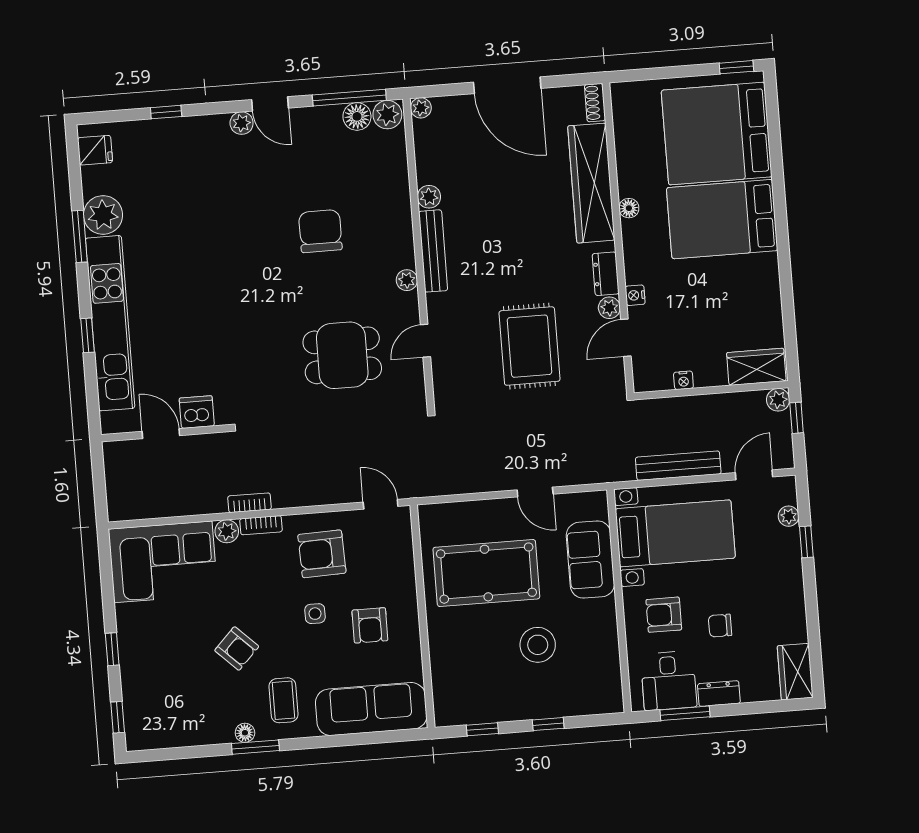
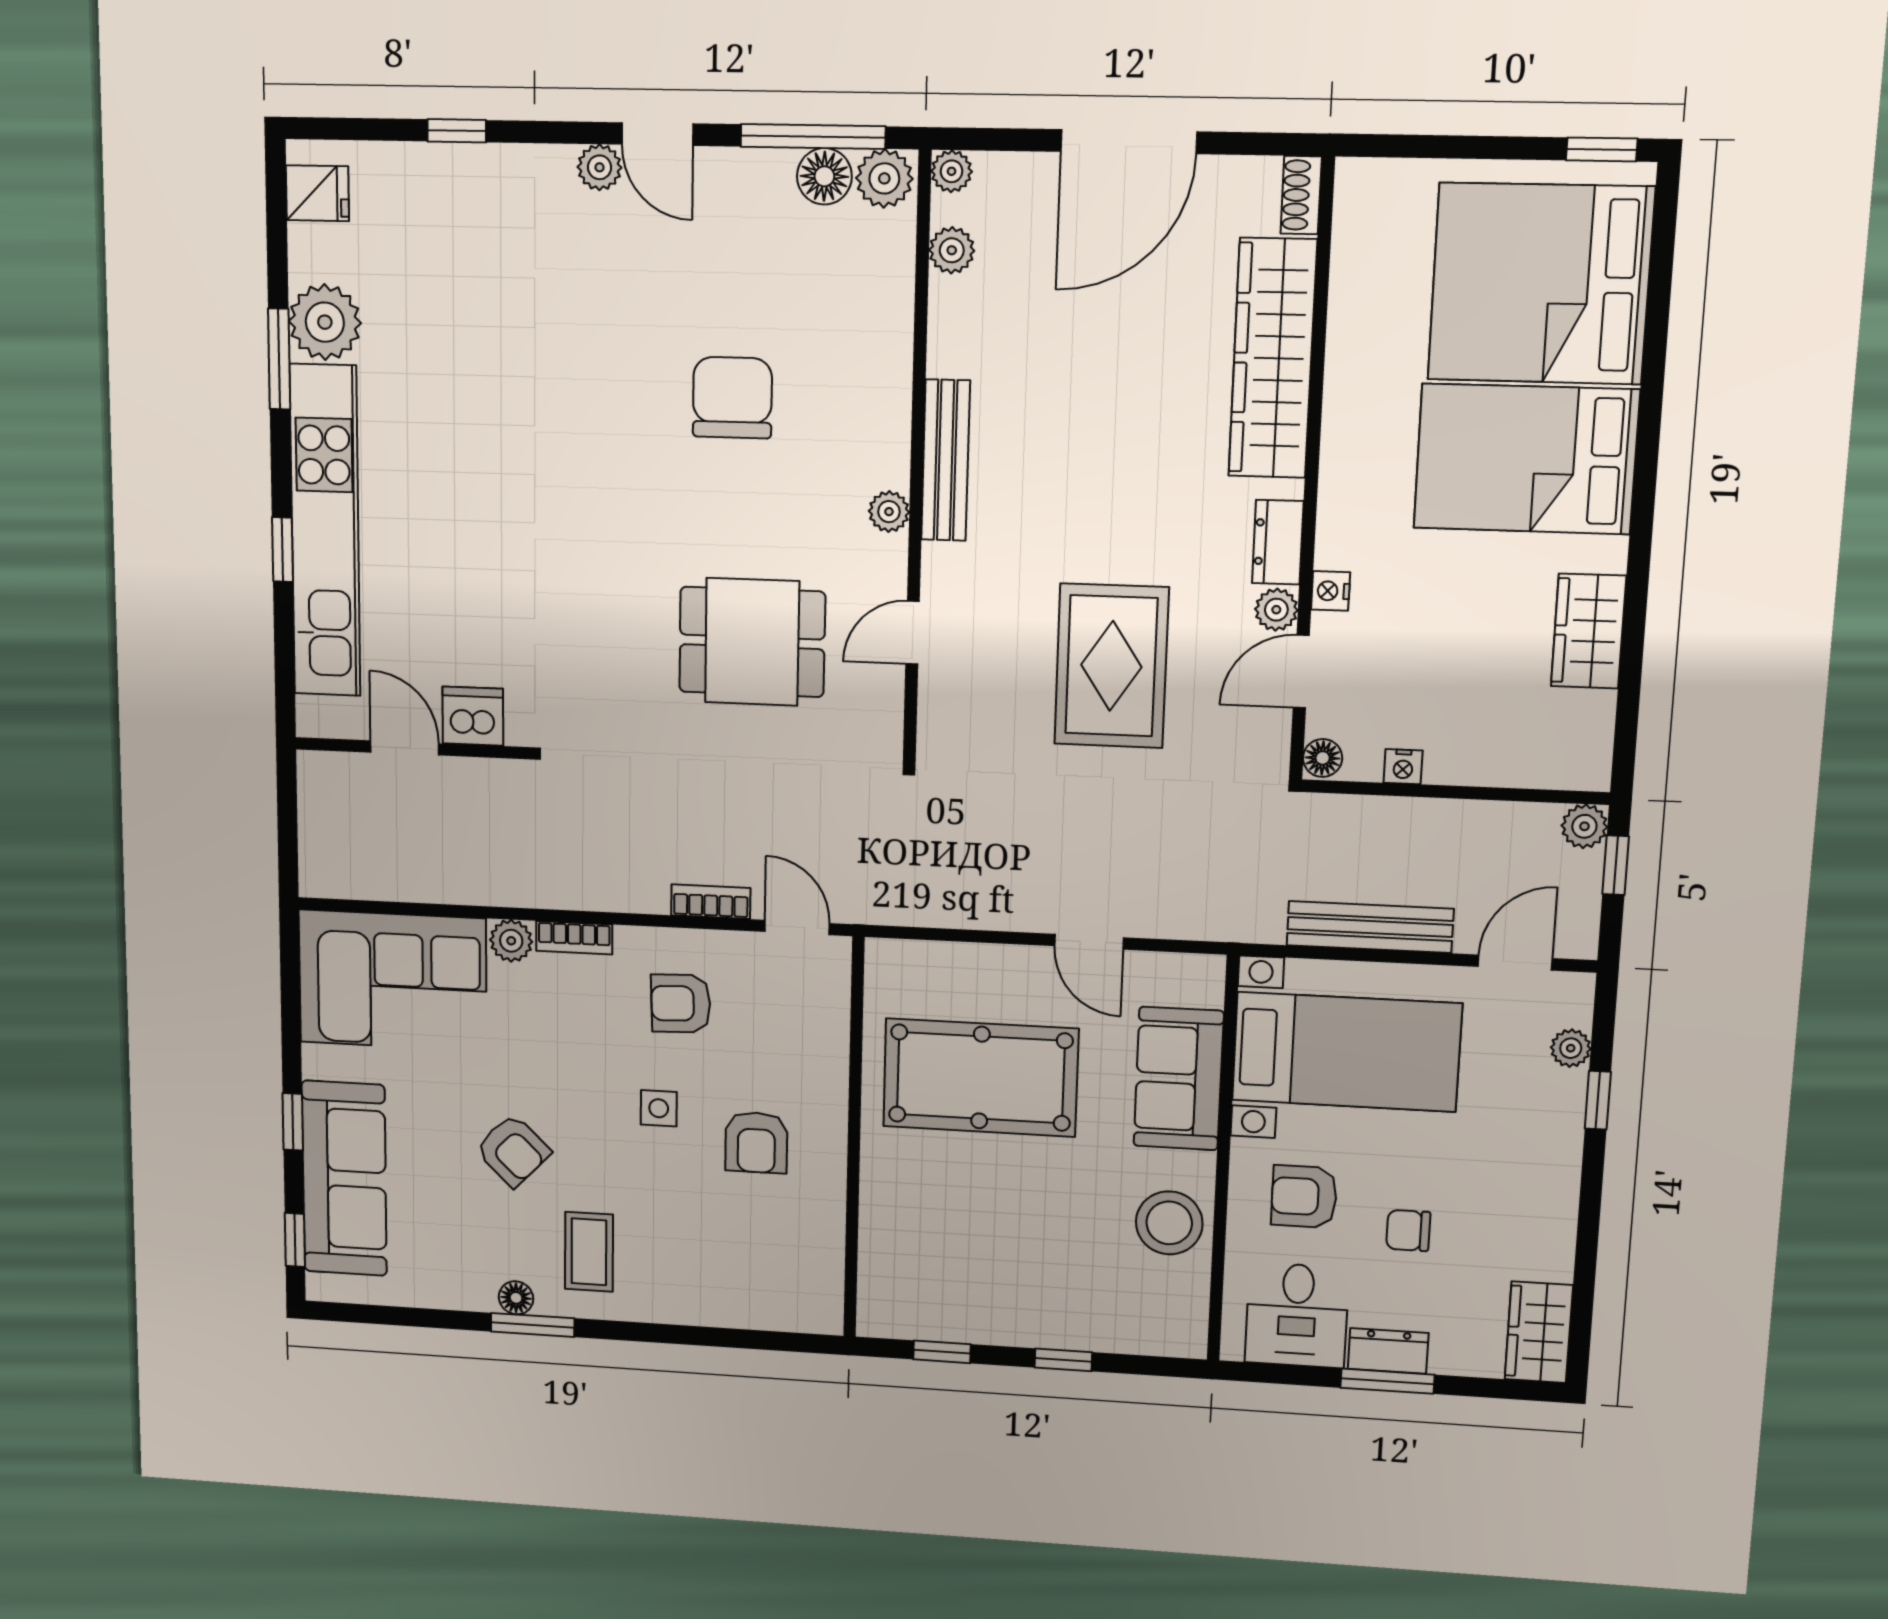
door: (507, 85) -> (1129, 142), hinge flipped
plant: (429, 197) -> (952, 250), moved
floor lamp: (629, 208) -> (1323, 758), moved
wardrobe: (756, 367) -> (1589, 631), moved, turned -90
bookcase: (249, 503) -> (711, 902), moved
armchair: (322, 554) -> (681, 1003), width x0.72, depth x0.72
stool: (538, 645) -> (1169, 1223), moved
sofa: (371, 709) -> (344, 1179), moved, turned 90
window: (685, 713) -> (1387, 1381), moved

